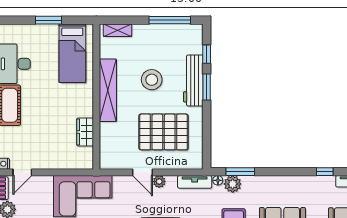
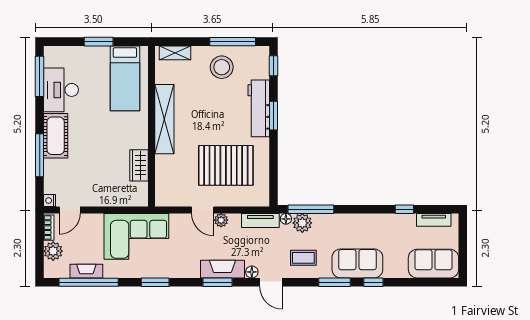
window: (207, 54) -> (273, 66), moved
stool: (152, 80) -> (222, 67), moved
window: (240, 172) -> (311, 209), width x1.44

